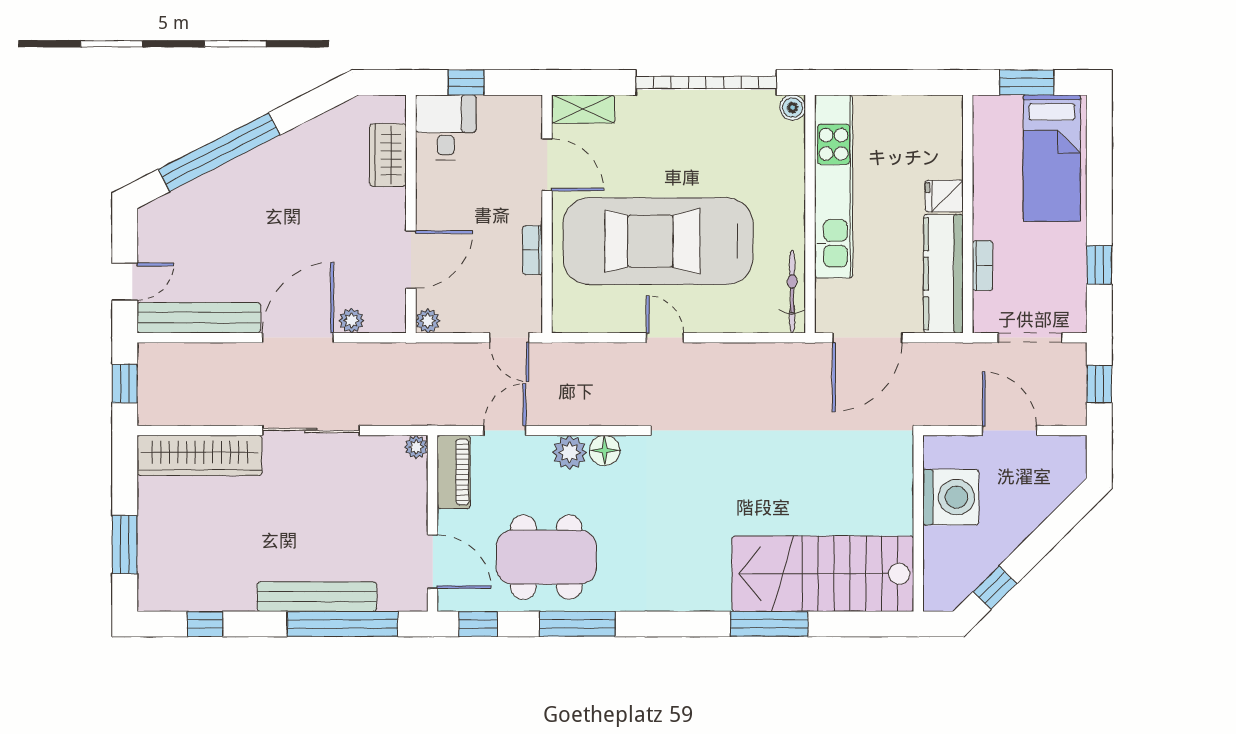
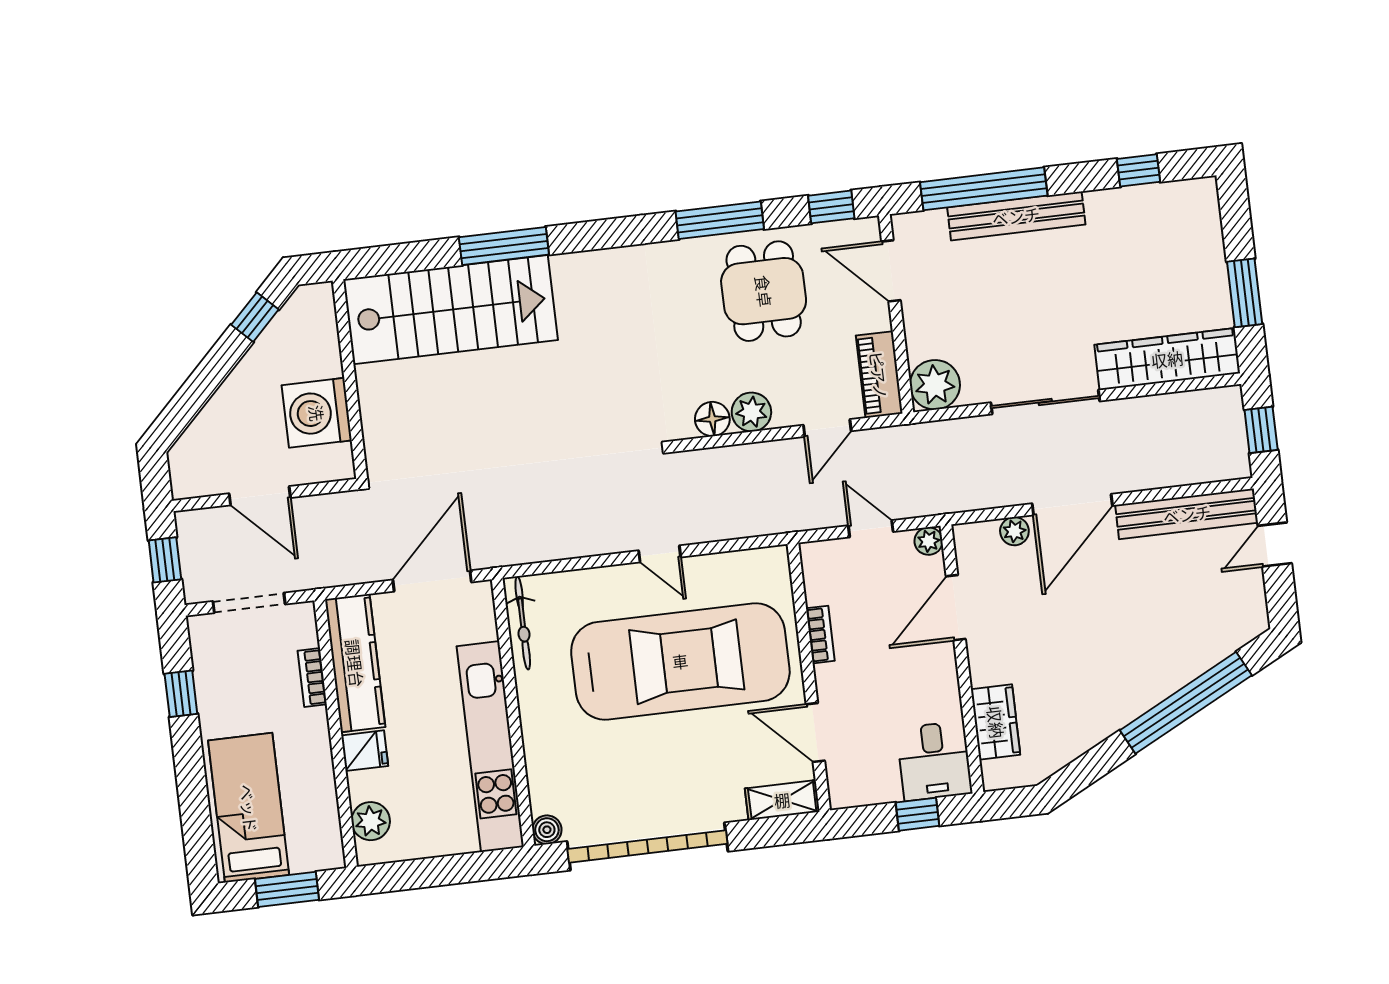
plant: (946, 134) -> (371, 821), added
door: (509, 338) -> (871, 529), moved
plant: (416, 447) -> (935, 385), width x1.87, depth x1.87
window: (125, 545) -> (1245, 293), moved
dining table: (546, 557) -> (764, 291), width x0.73

